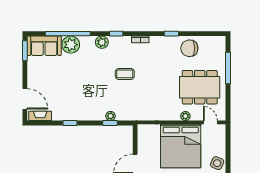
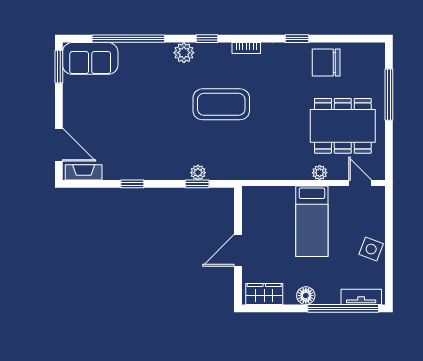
plant: (71, 45) -> (133, 57), removed
coffee table: (125, 74) -> (221, 104), width x1.86, depth x1.72
bed: (181, 146) -> (312, 221), width x0.49

